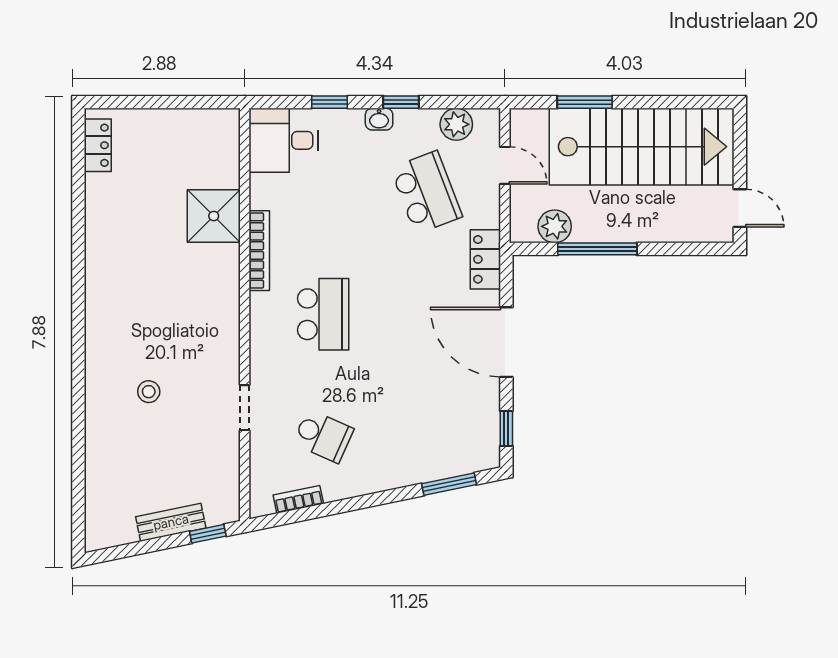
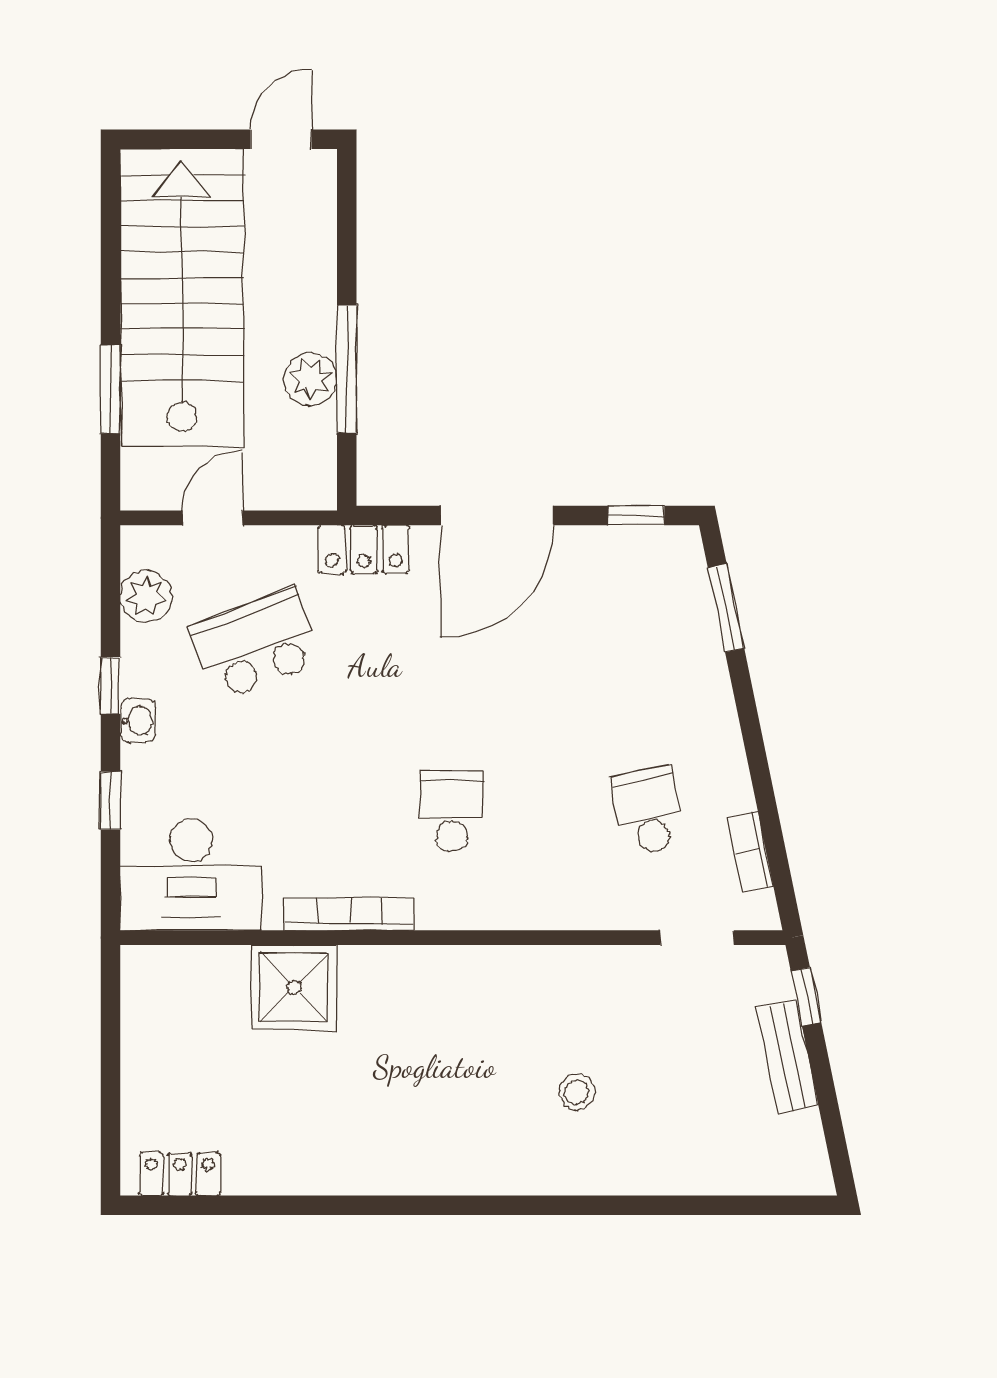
desk: (284, 140) -> (191, 875), width x1.37
plant: (555, 226) -> (310, 379), moved
school desk: (323, 314) -> (452, 811), width x0.54
doorway: (245, 408) -> (697, 938), moved
school desk: (323, 436) -> (648, 811), turned -36

